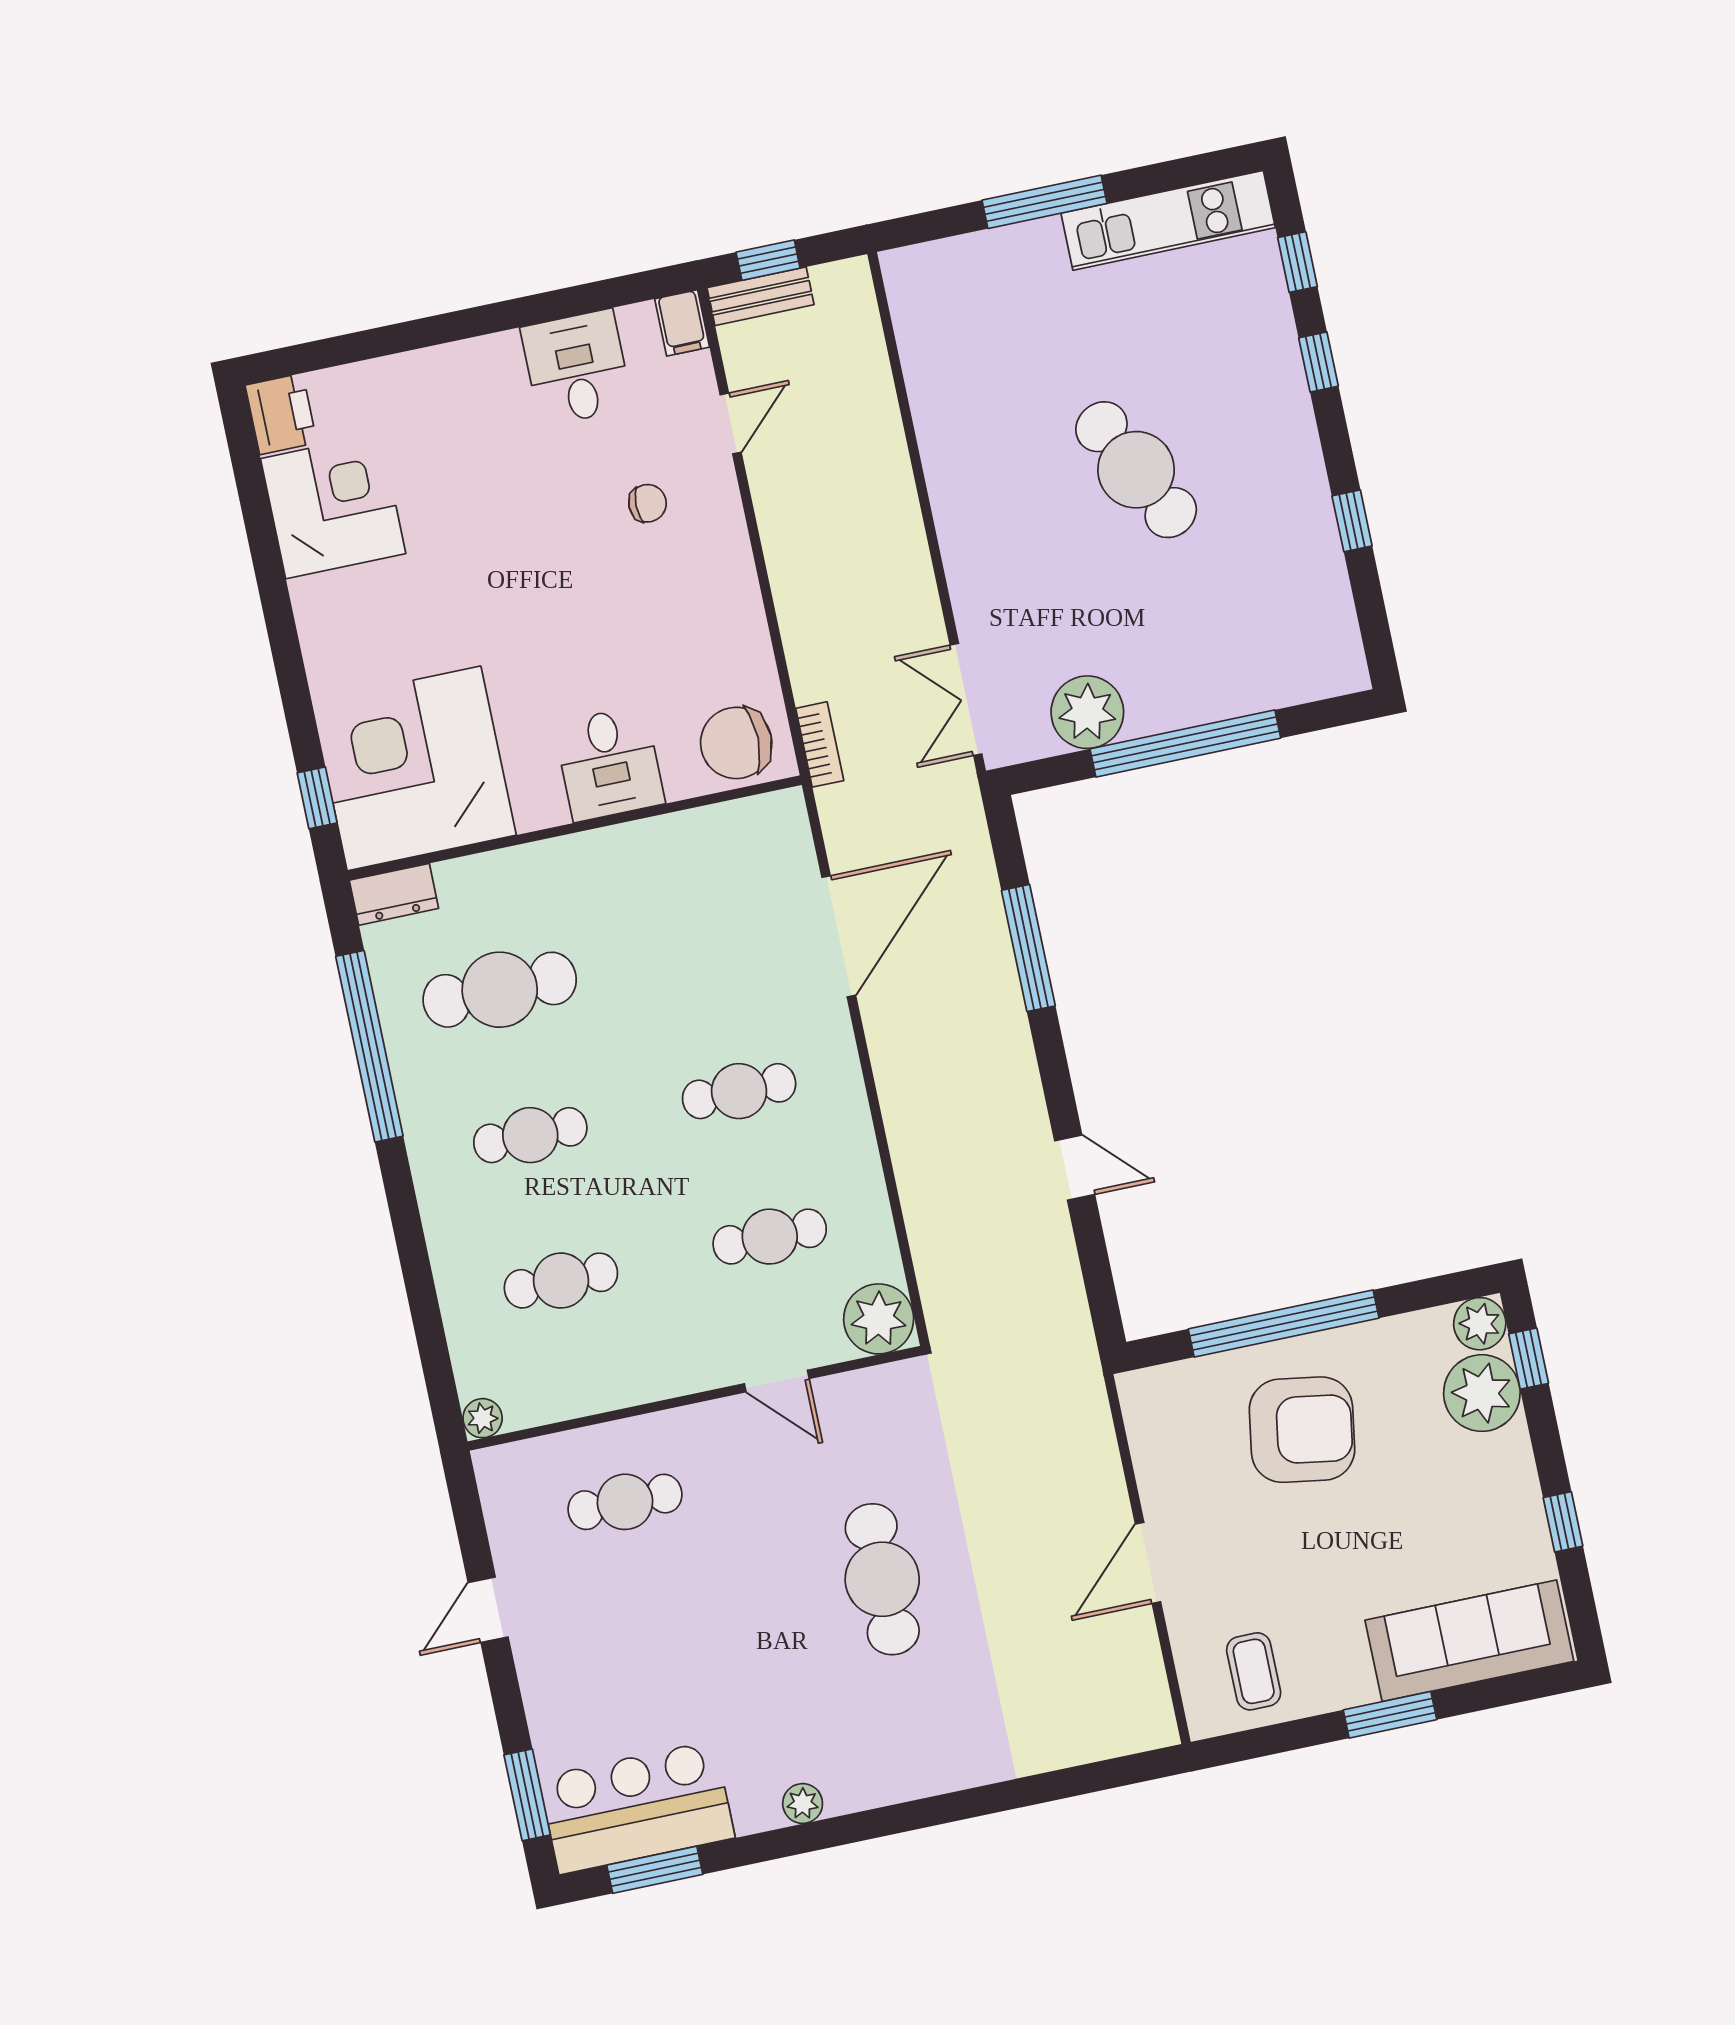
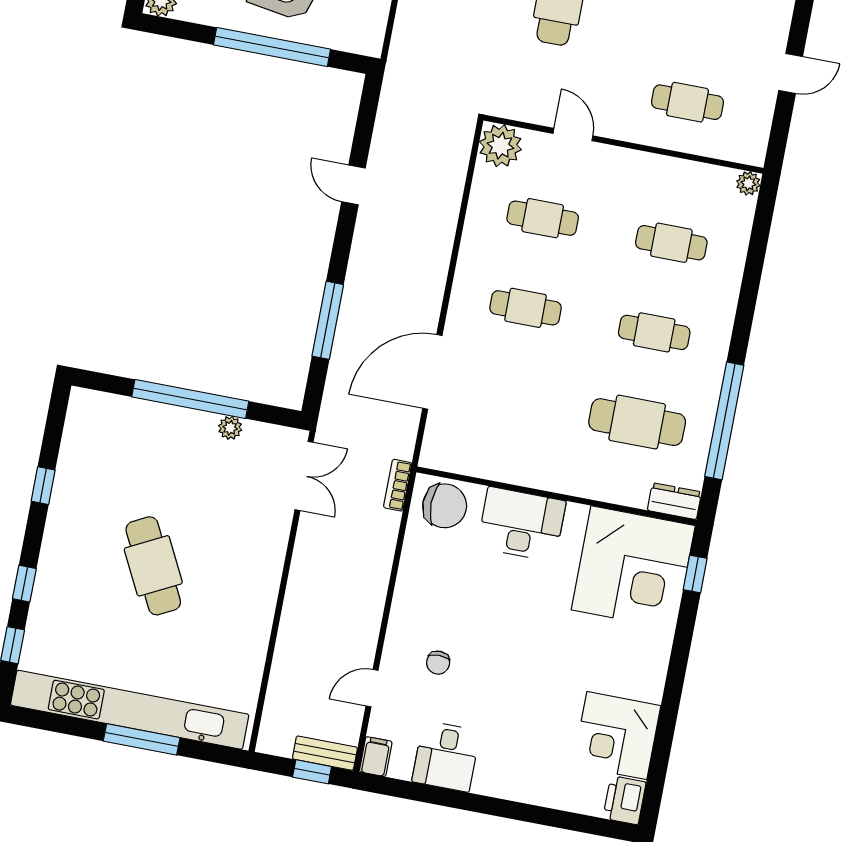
kitchen unit: (1168, 220) -> (130, 710), width x1.86
chair: (647, 503) -> (438, 663), turned -90
plant: (1087, 712) -> (230, 428), width x0.53, depth x0.53
desk: (609, 764) -> (521, 524), width x1.37

